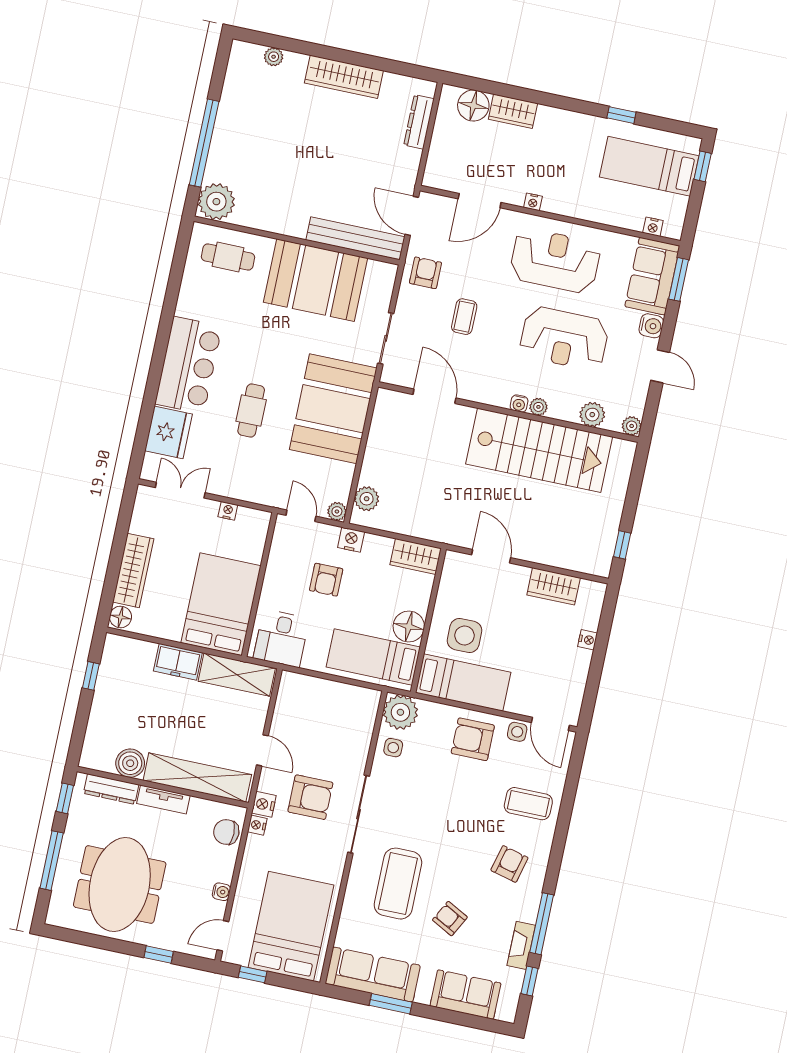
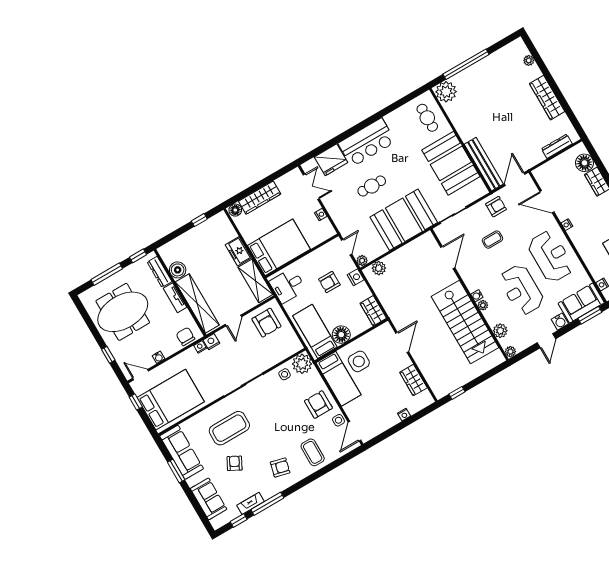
armchair: (310, 797) -> (266, 323), moved

